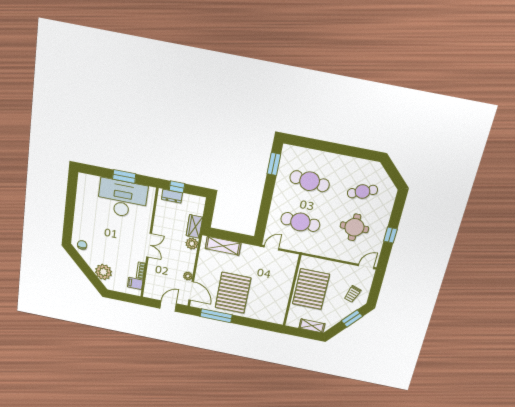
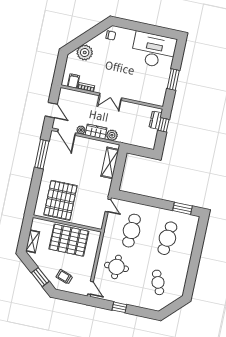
desk: (122, 199) -> (154, 50), moved, turned -90
wardrobe: (194, 226) -> (96, 132), moved
round table: (354, 227) -> (116, 267), moved
door: (191, 291) -> (67, 132), hinge flipped
pallet: (233, 293) -> (60, 200), moved, turned 90

